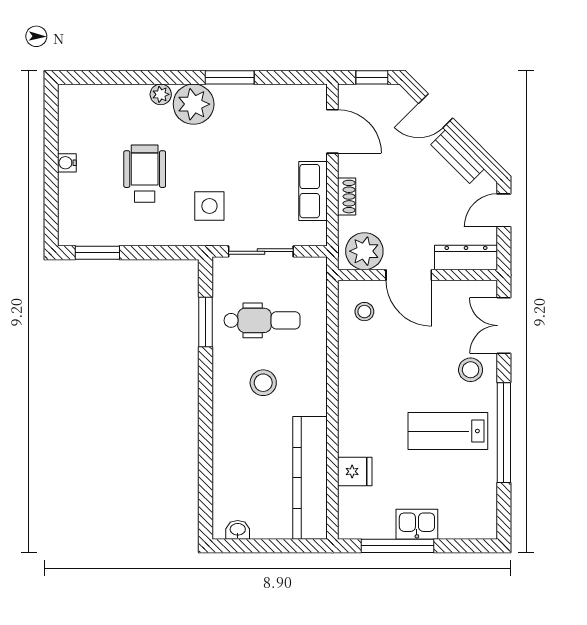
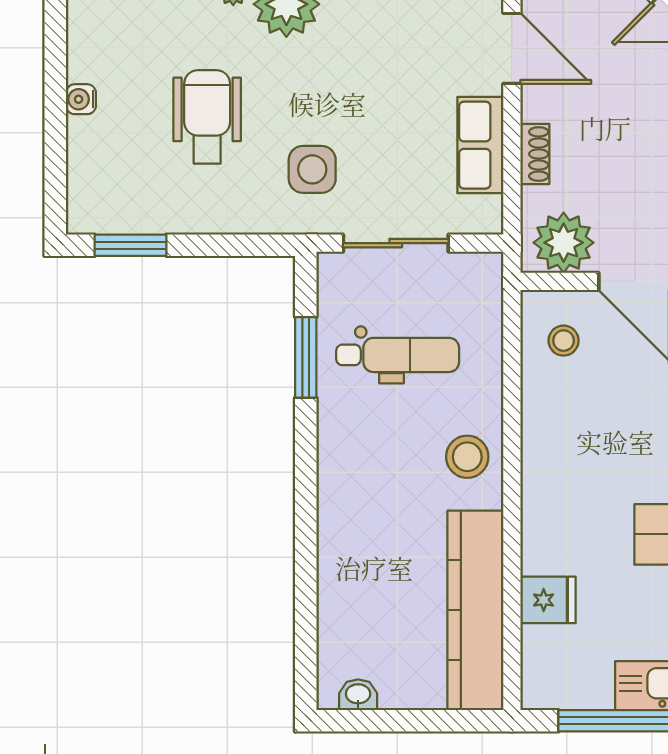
stool: (263, 383) -> (467, 457), moved

